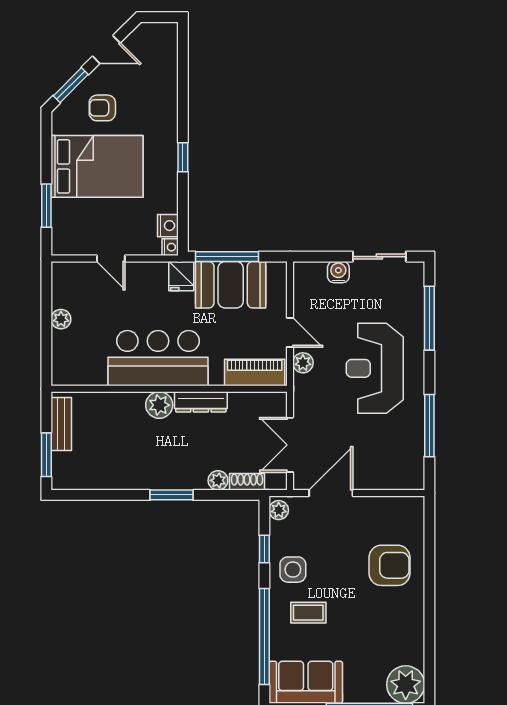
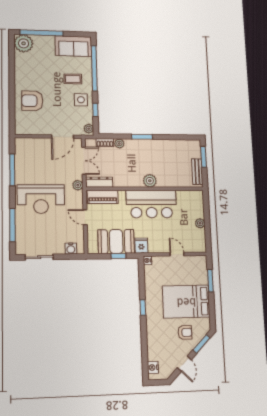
door: (106, 50) -> (184, 364), swing flipped
nightstand: (168, 226) -> (153, 367), moved
window: (227, 257) -> (118, 256), width x0.46
water cooler: (338, 272) -> (71, 249), moved
plant: (303, 363) -> (78, 185), moved
reception desk: (375, 368) -> (41, 199), turned 90
dresser: (201, 402) -> (99, 182), moved

